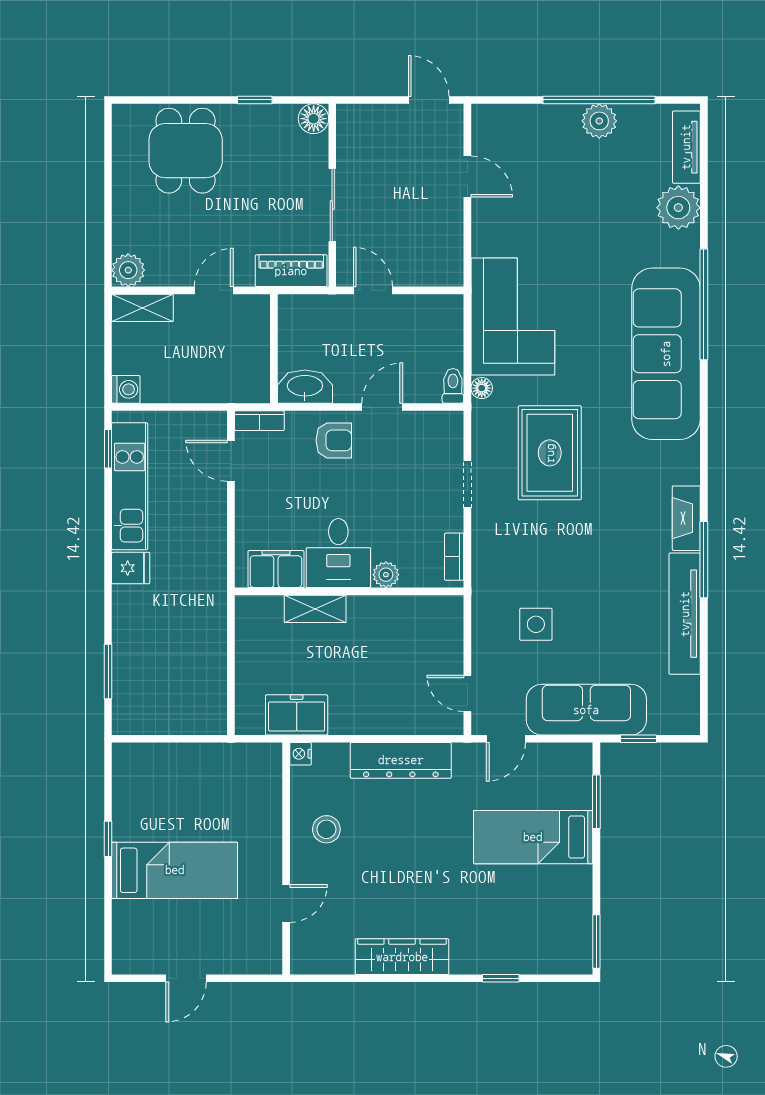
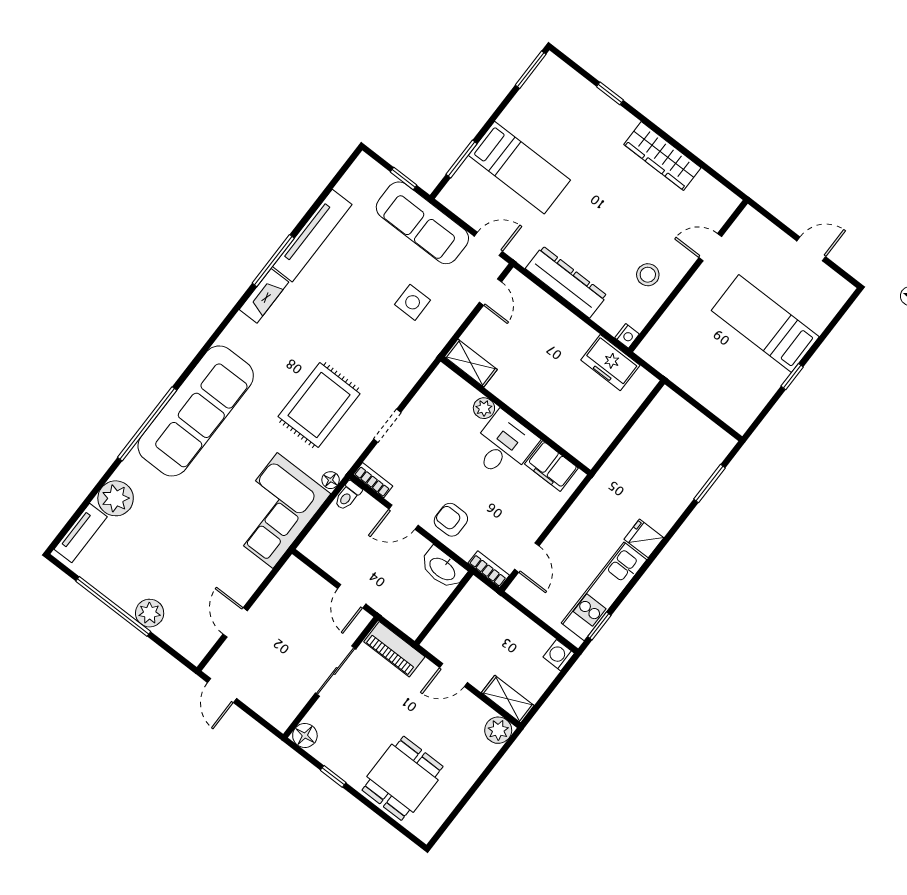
plant: (599, 121) -> (150, 613), moved
bookcase: (454, 557) -> (373, 480), moved, turned -90
shelving: (315, 609) -> (471, 363), moved

